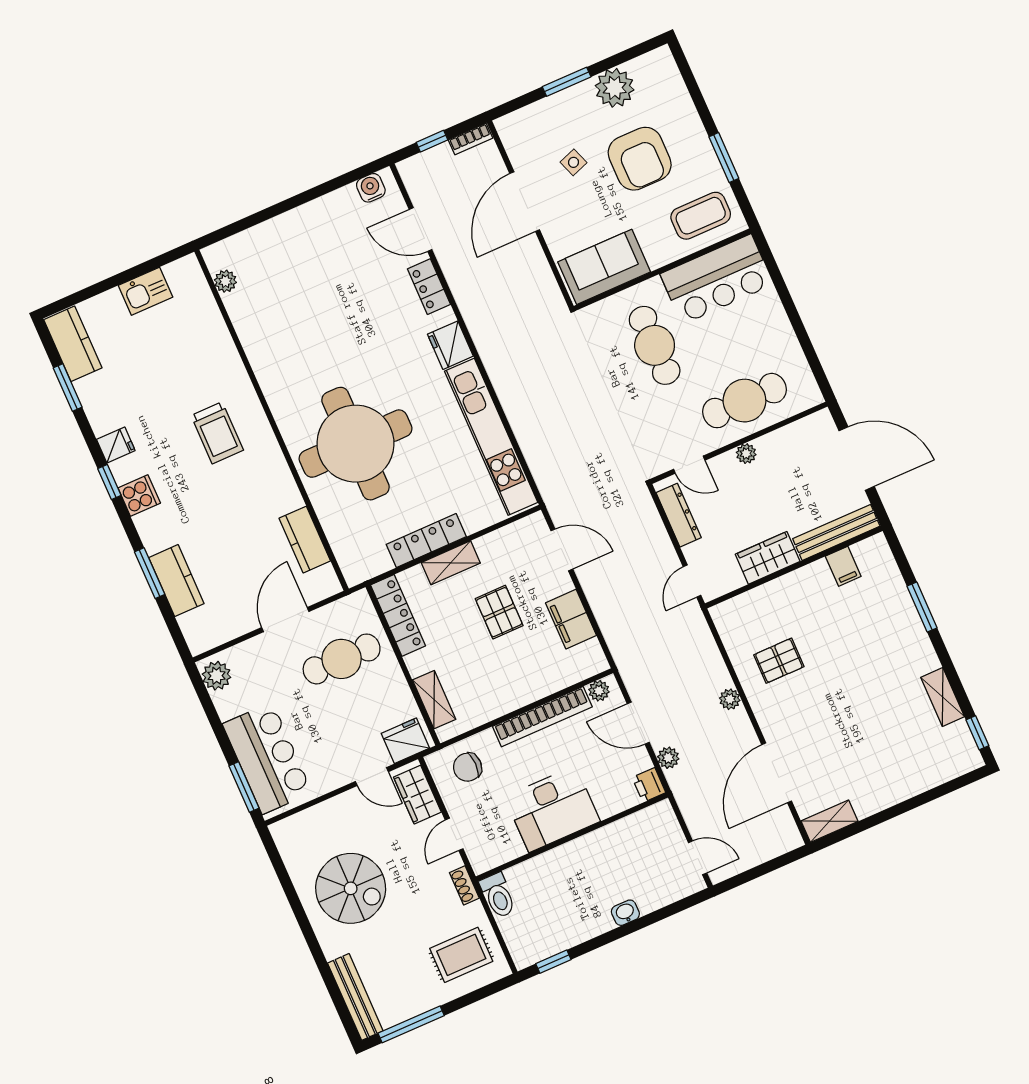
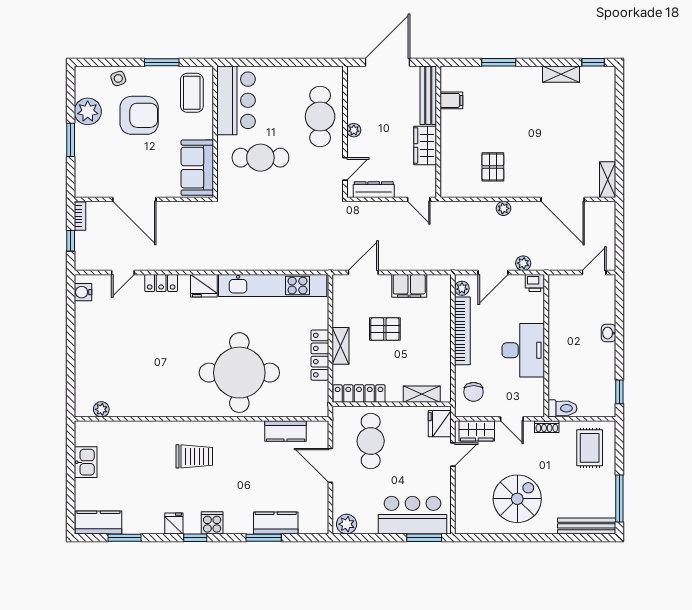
side table: (574, 162) -> (118, 78), moved
door: (420, 230) -> (123, 273), width x0.73

